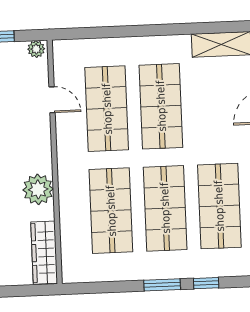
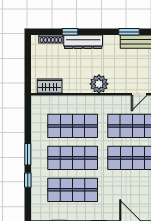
plant: (38, 189) -> (99, 84), moved
wardrobe: (44, 253) -> (50, 86), width x0.67

